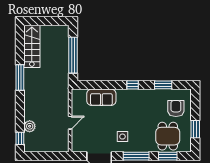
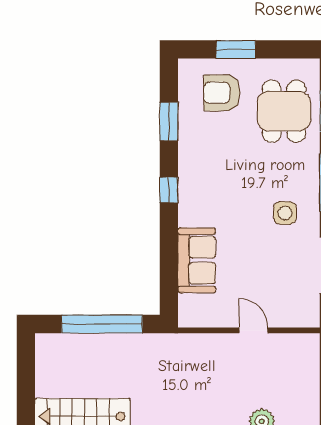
window: (195, 129) -> (236, 49), moved
dining table: (168, 136) -> (284, 111), turned 90

